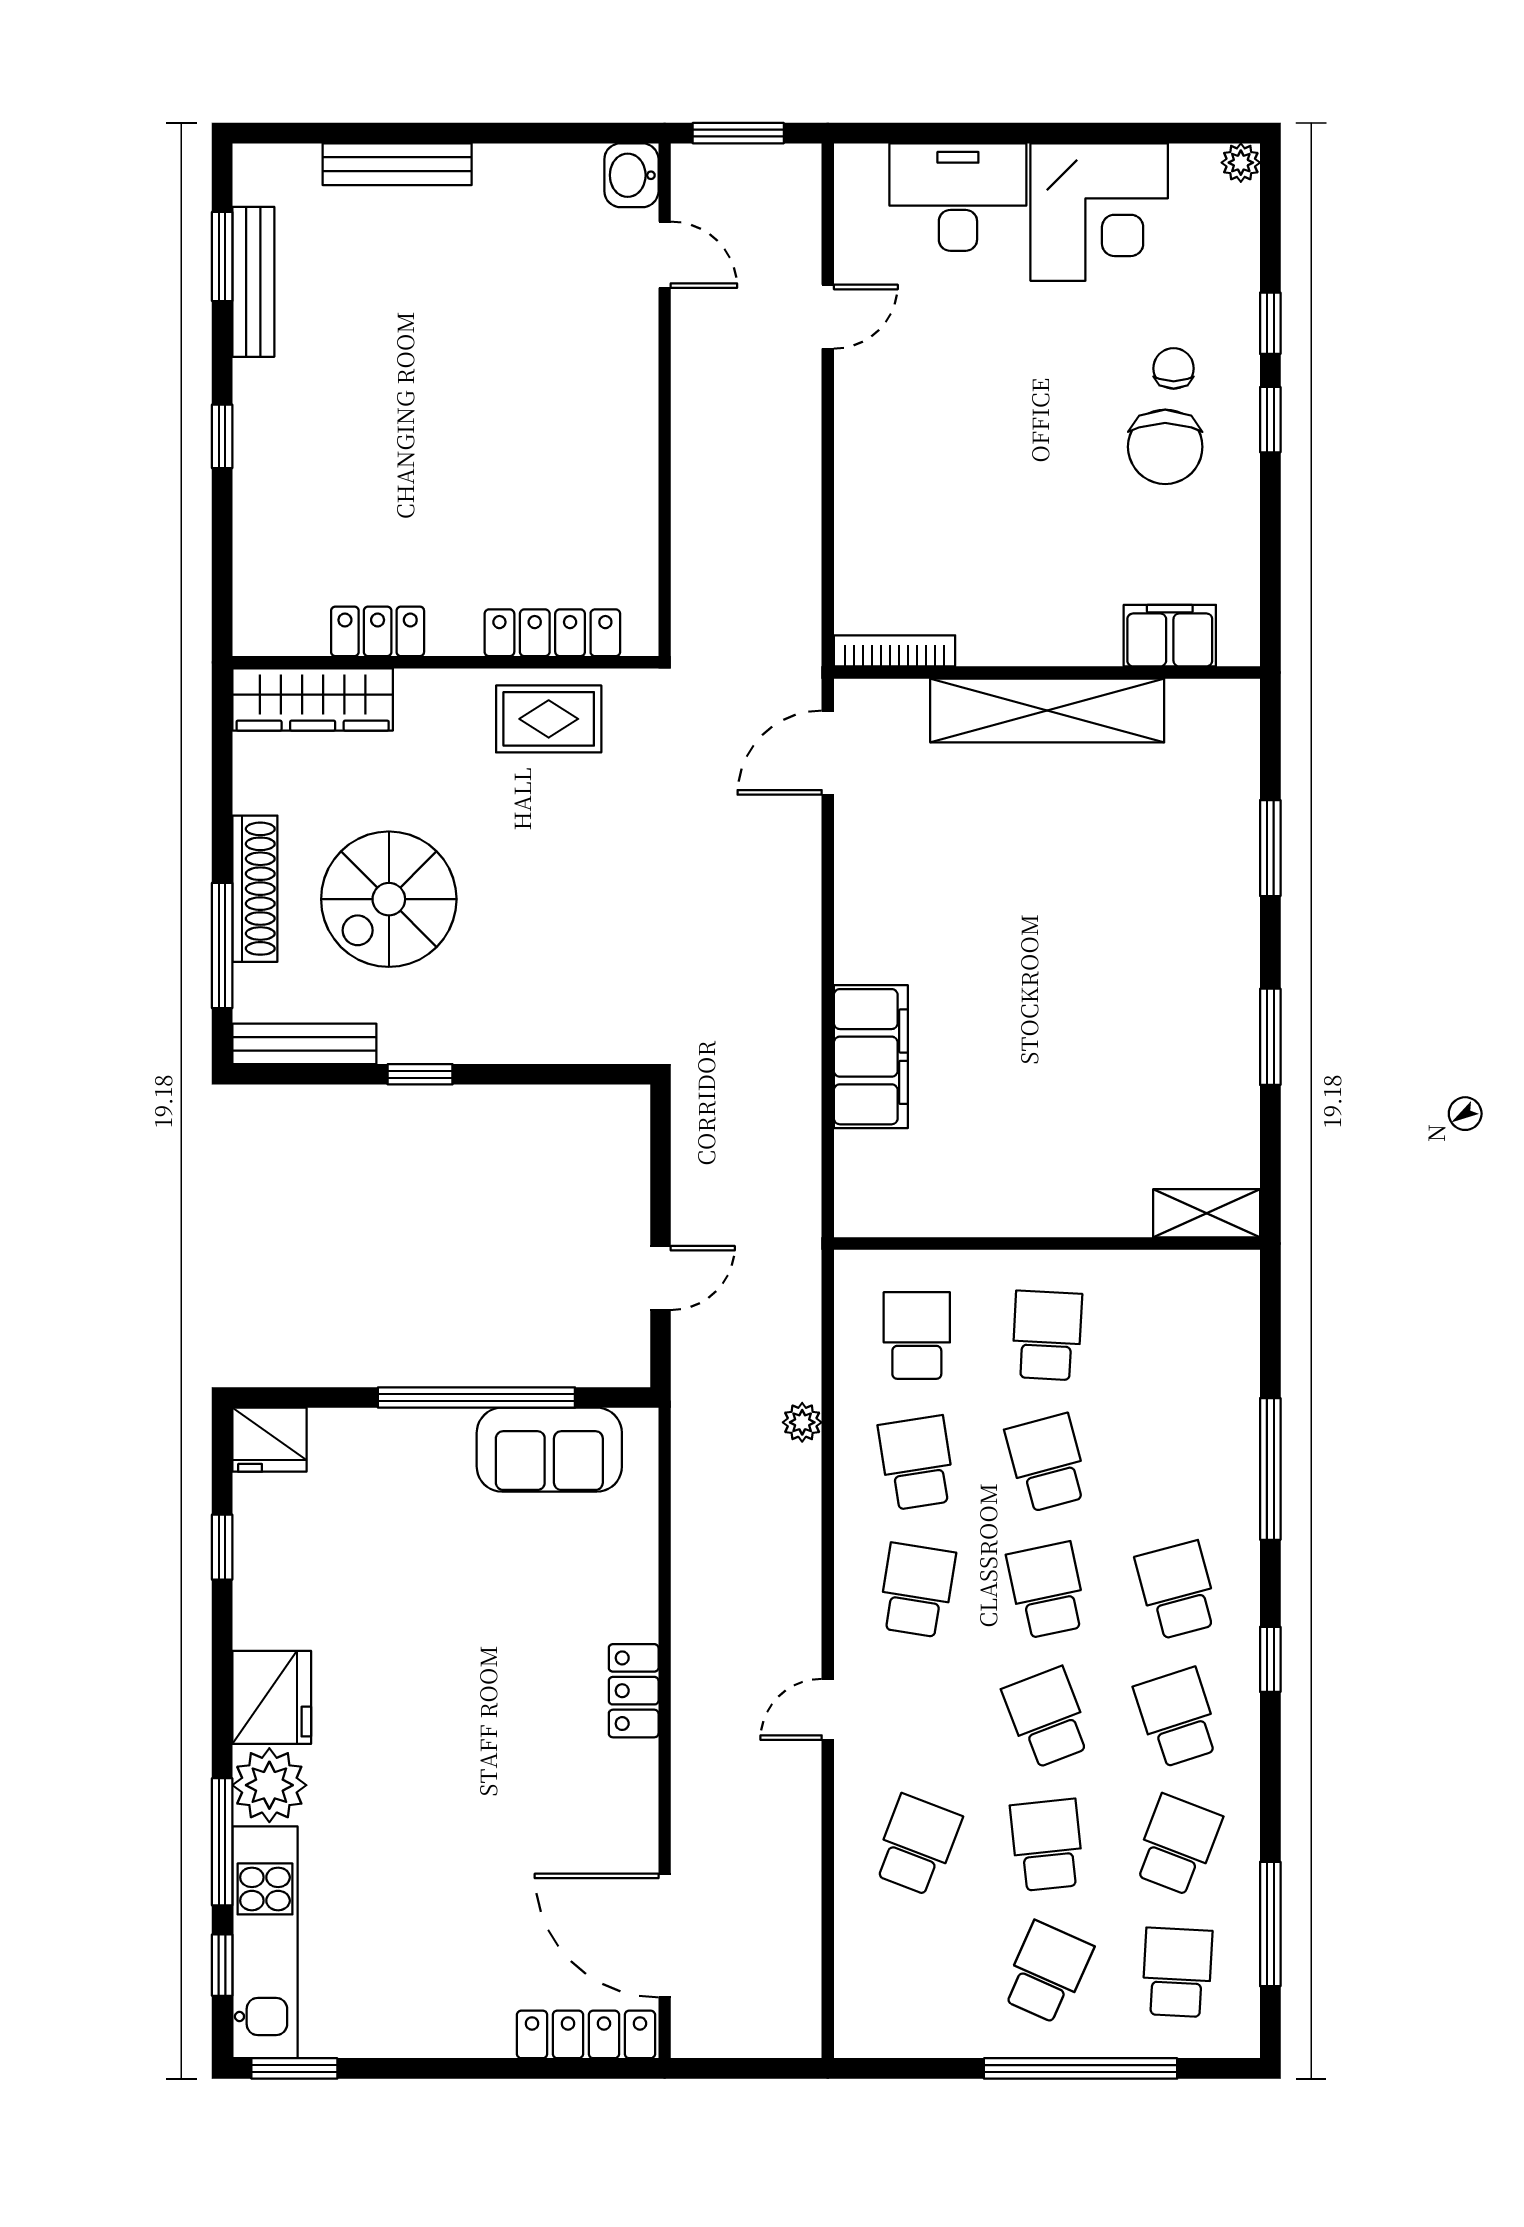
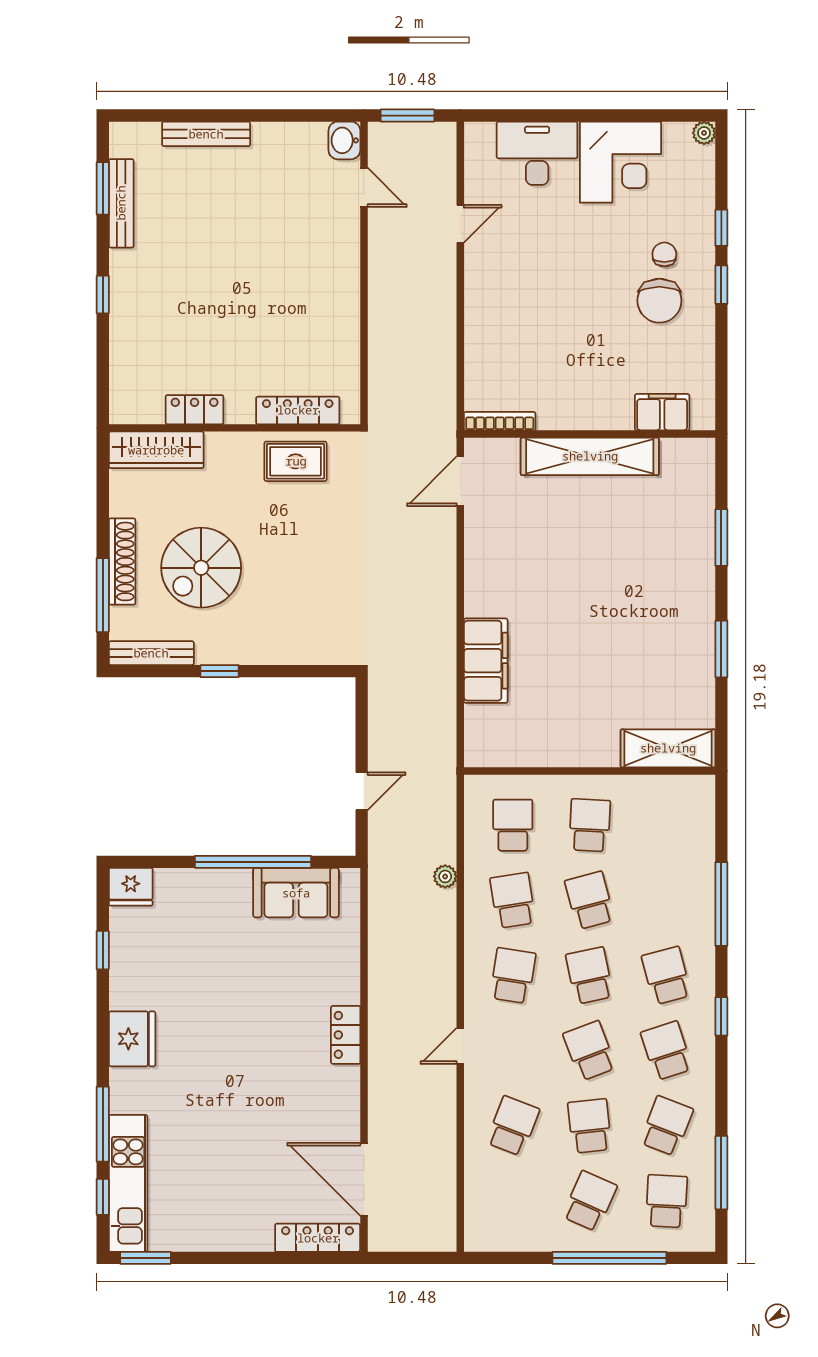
shelving: (1207, 1213) -> (668, 748), width x1.50, depth x1.33
plant: (269, 1785) -> (131, 1091), removed

